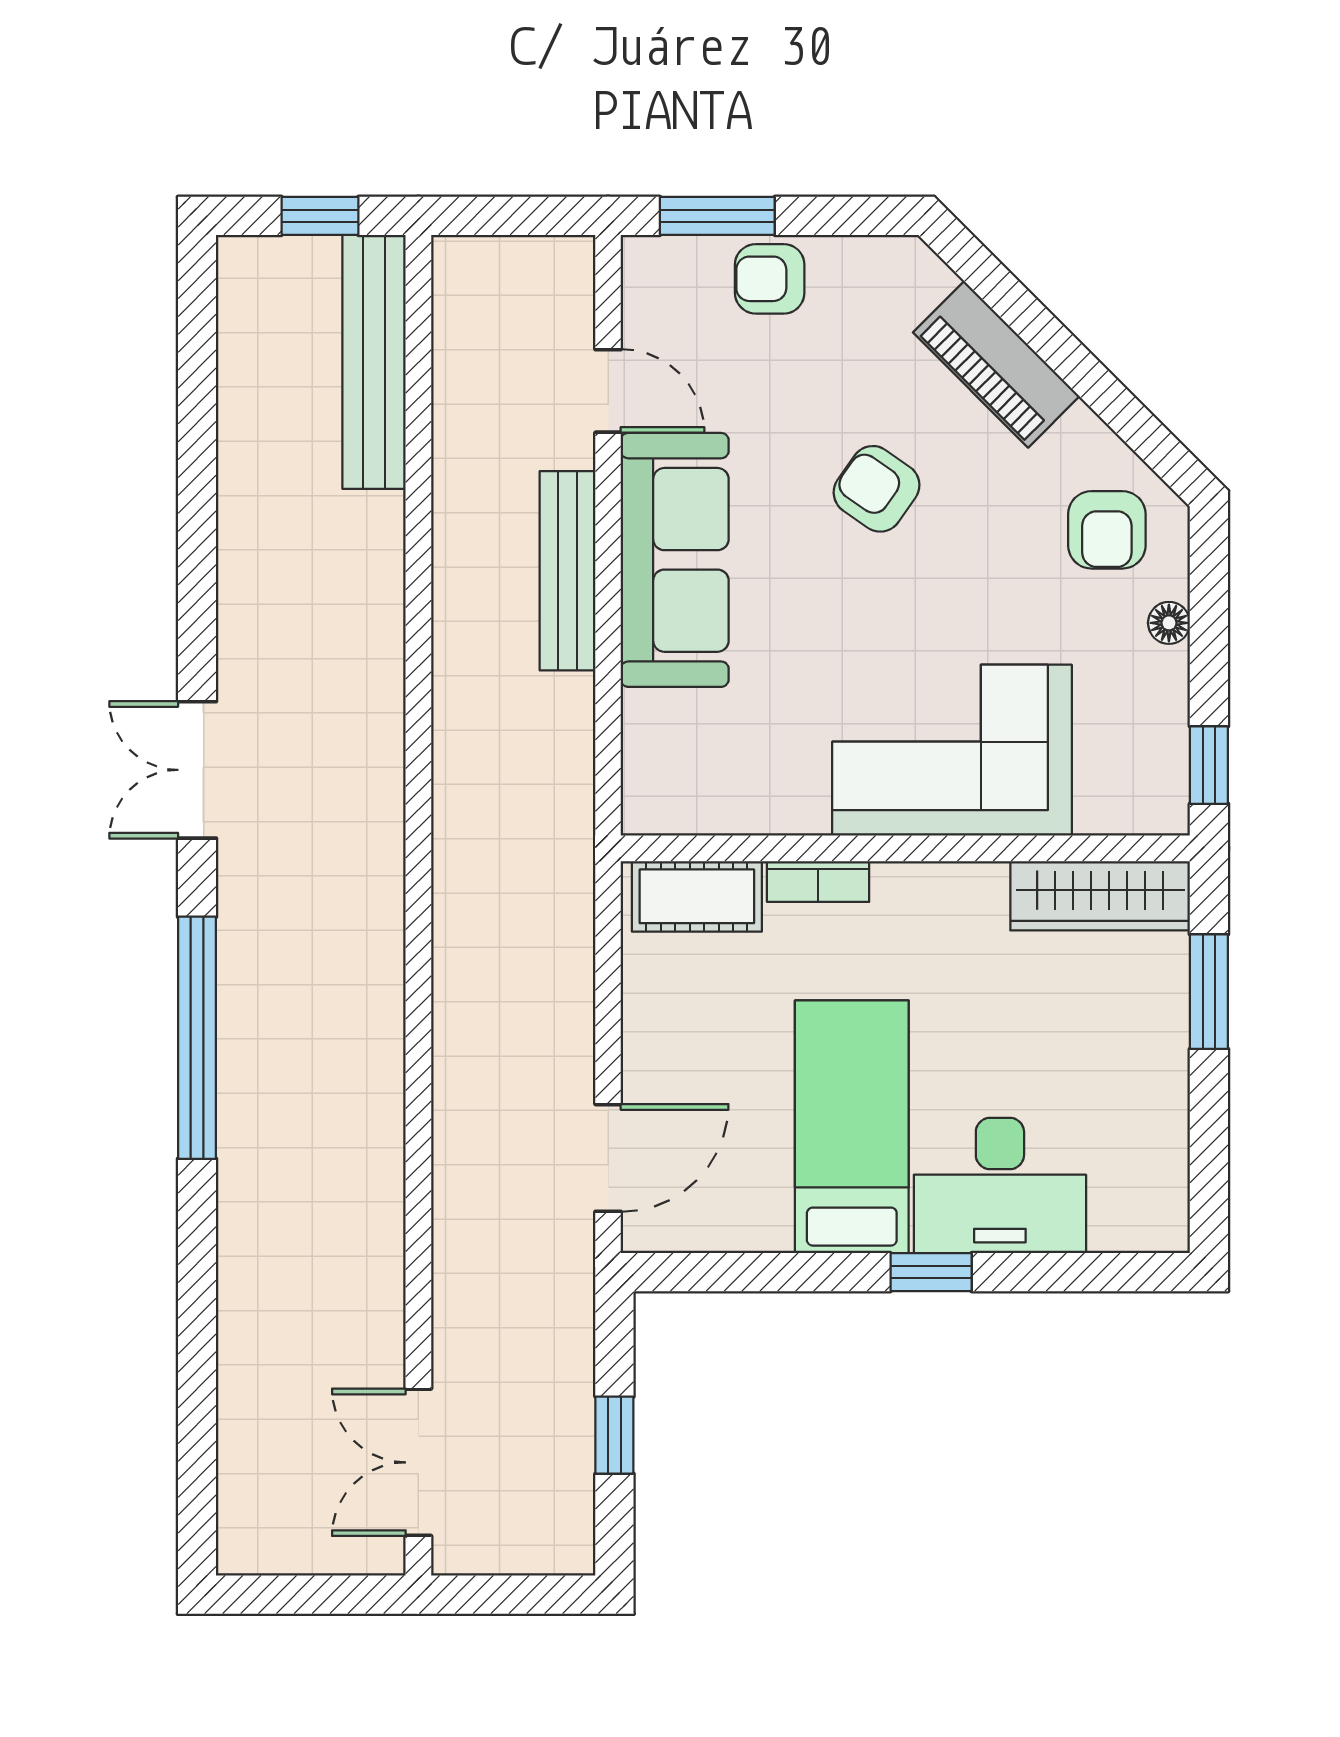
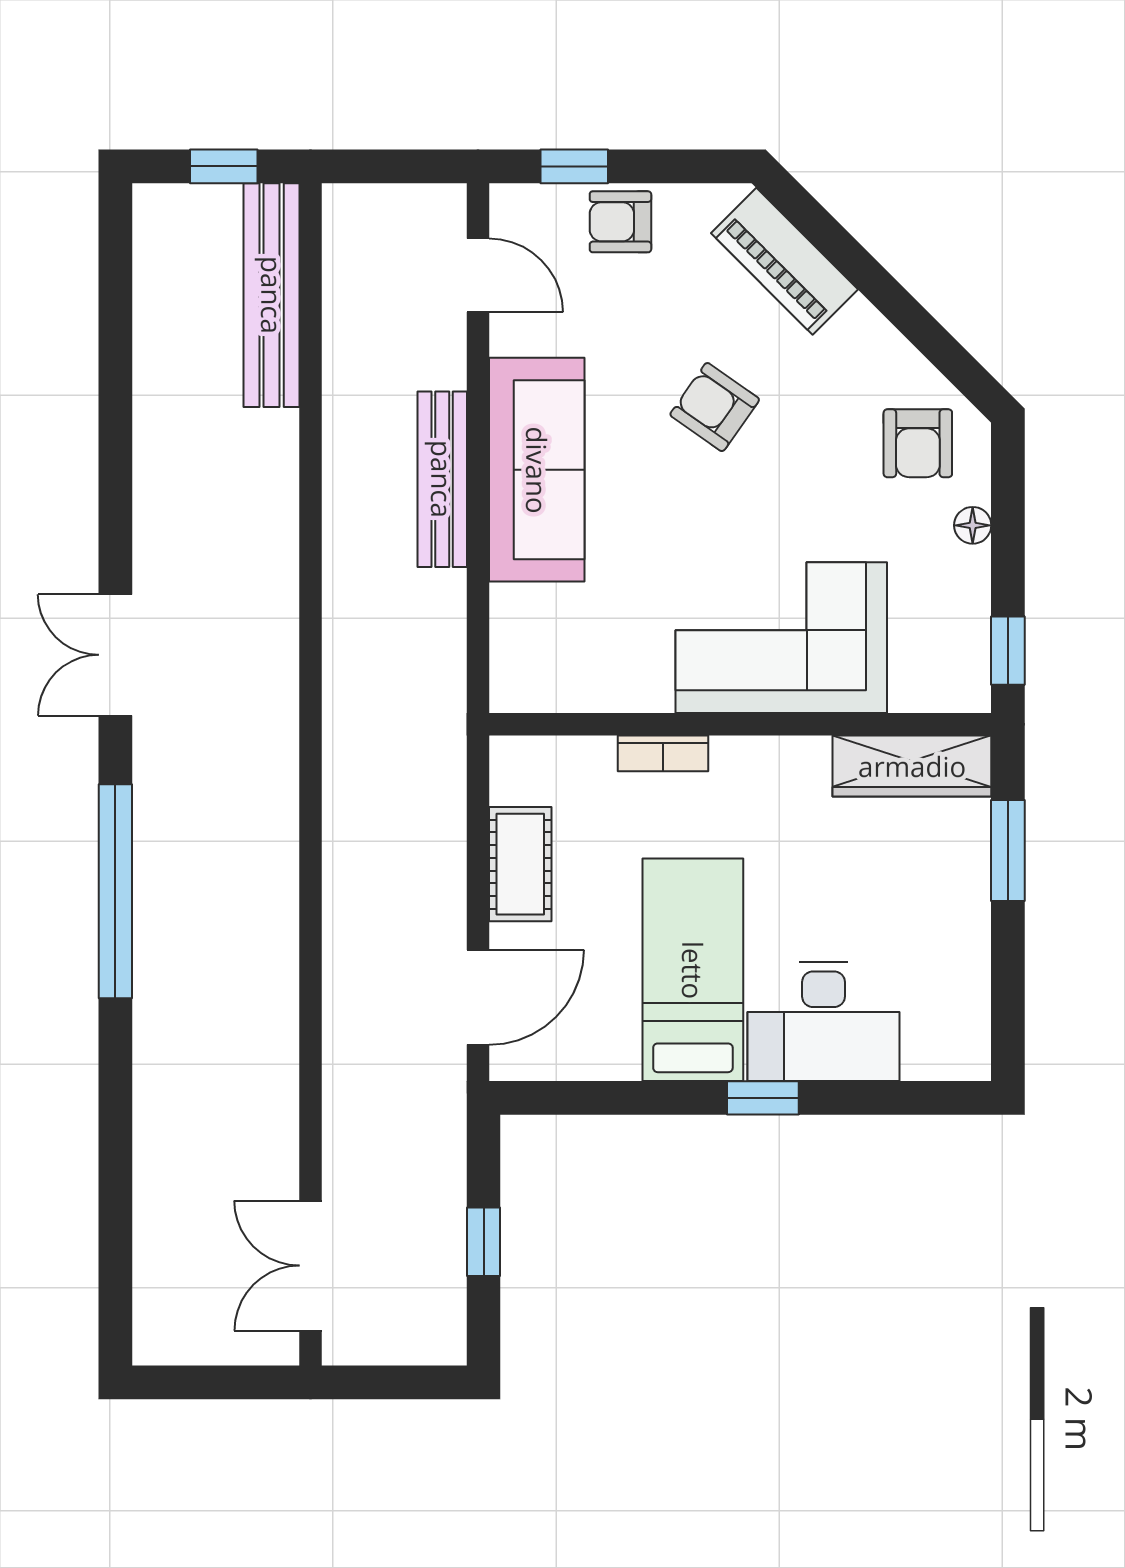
window: (717, 216) -> (574, 166), width x0.67
piano: (996, 364) -> (784, 261), moved
door: (608, 391) -> (478, 275), moved
cot: (697, 896) -> (520, 864), moved, turned 90

